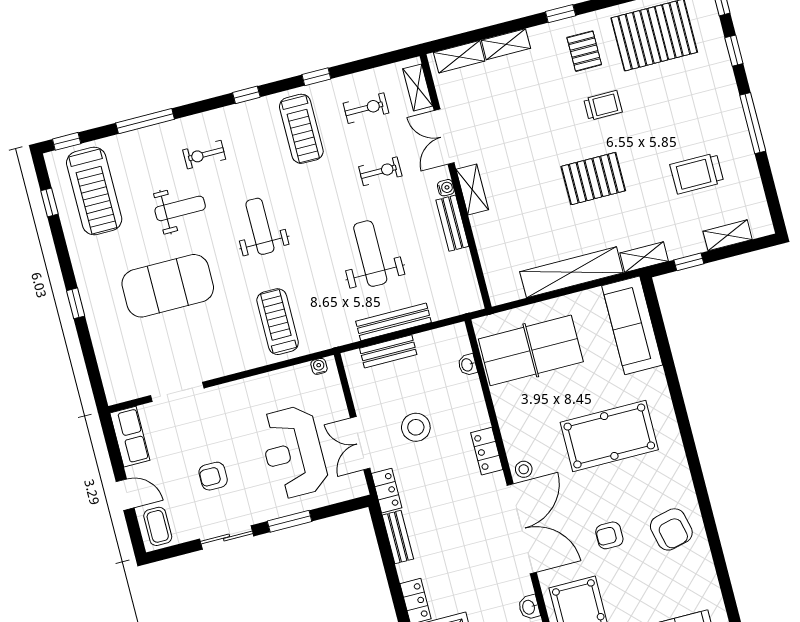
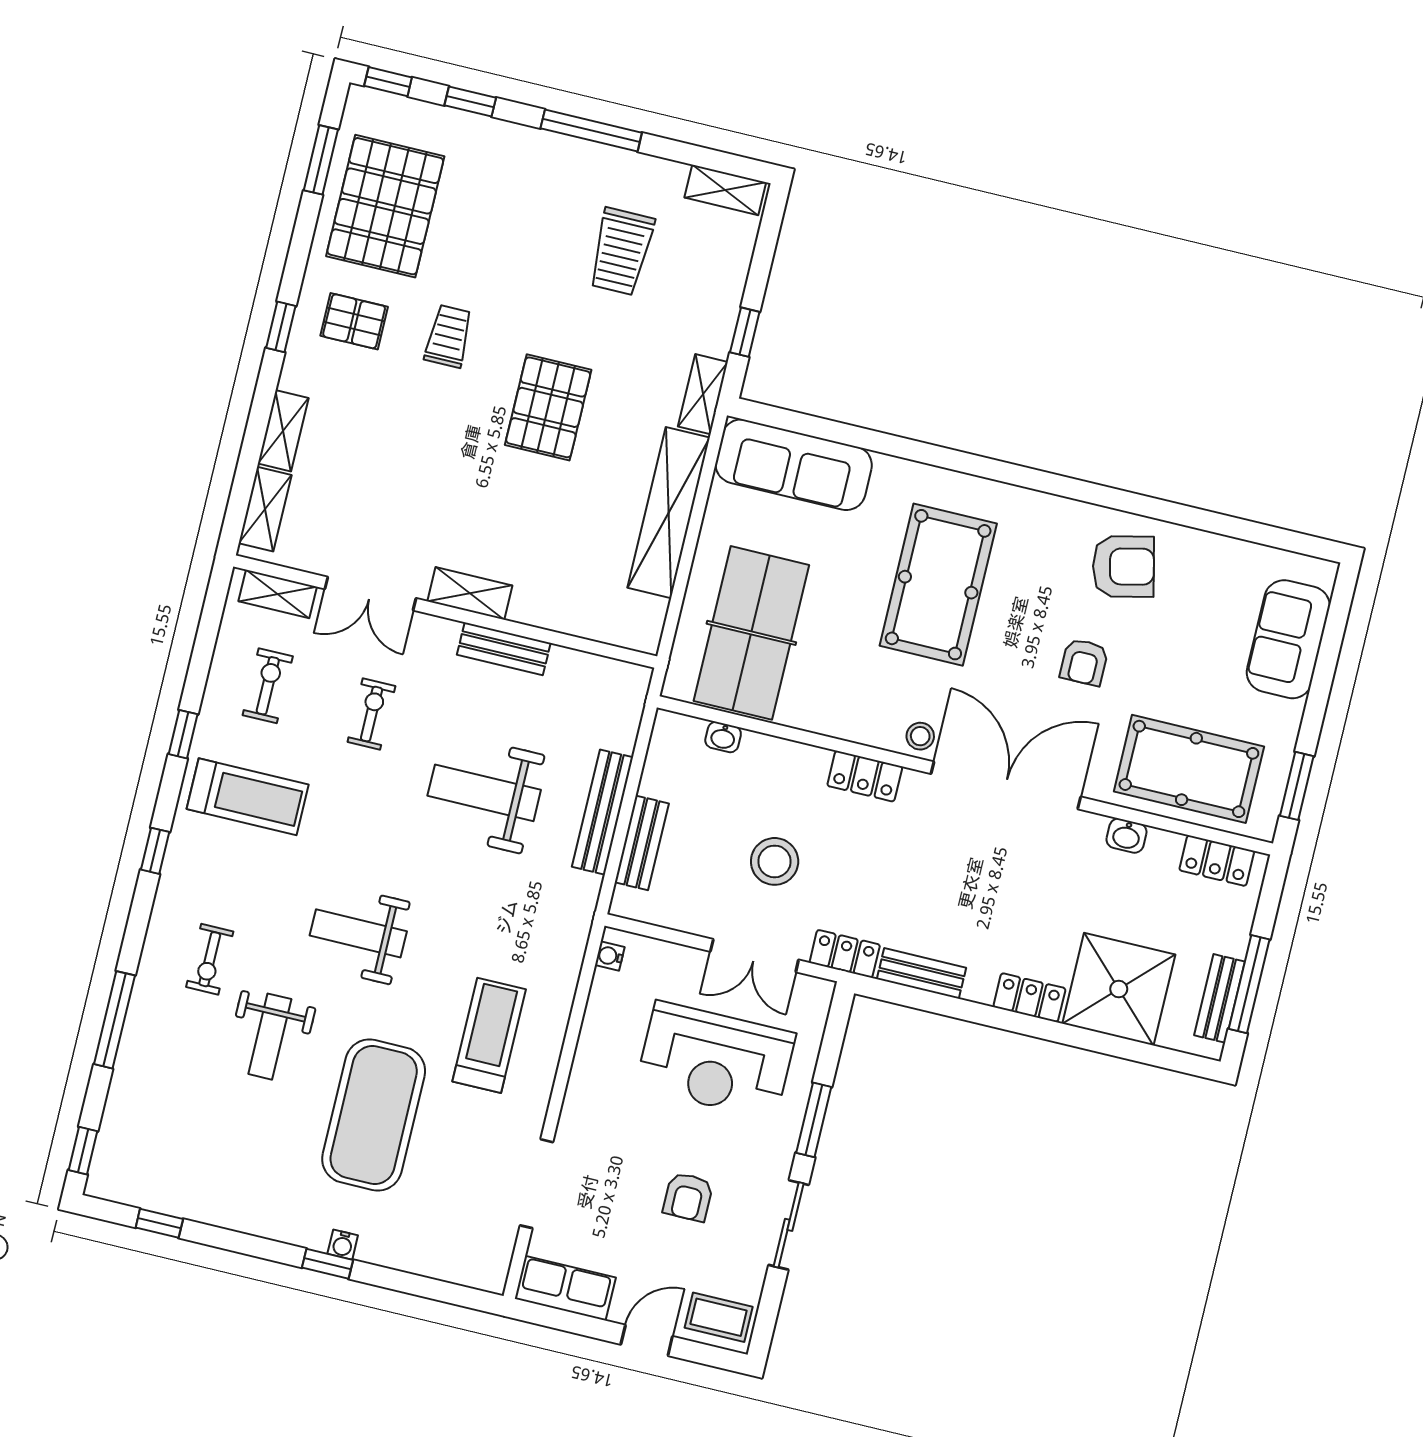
water cooler: (446, 188) -> (343, 1245), moved, turned 180
treadmill: (94, 191) -> (177, 1149), removed
weight bench: (180, 208) -> (270, 1037), turned 180
shelving: (728, 235) -> (725, 190), moved, turned 90
treadmill: (278, 322) -> (489, 1035), moved, turned 90

